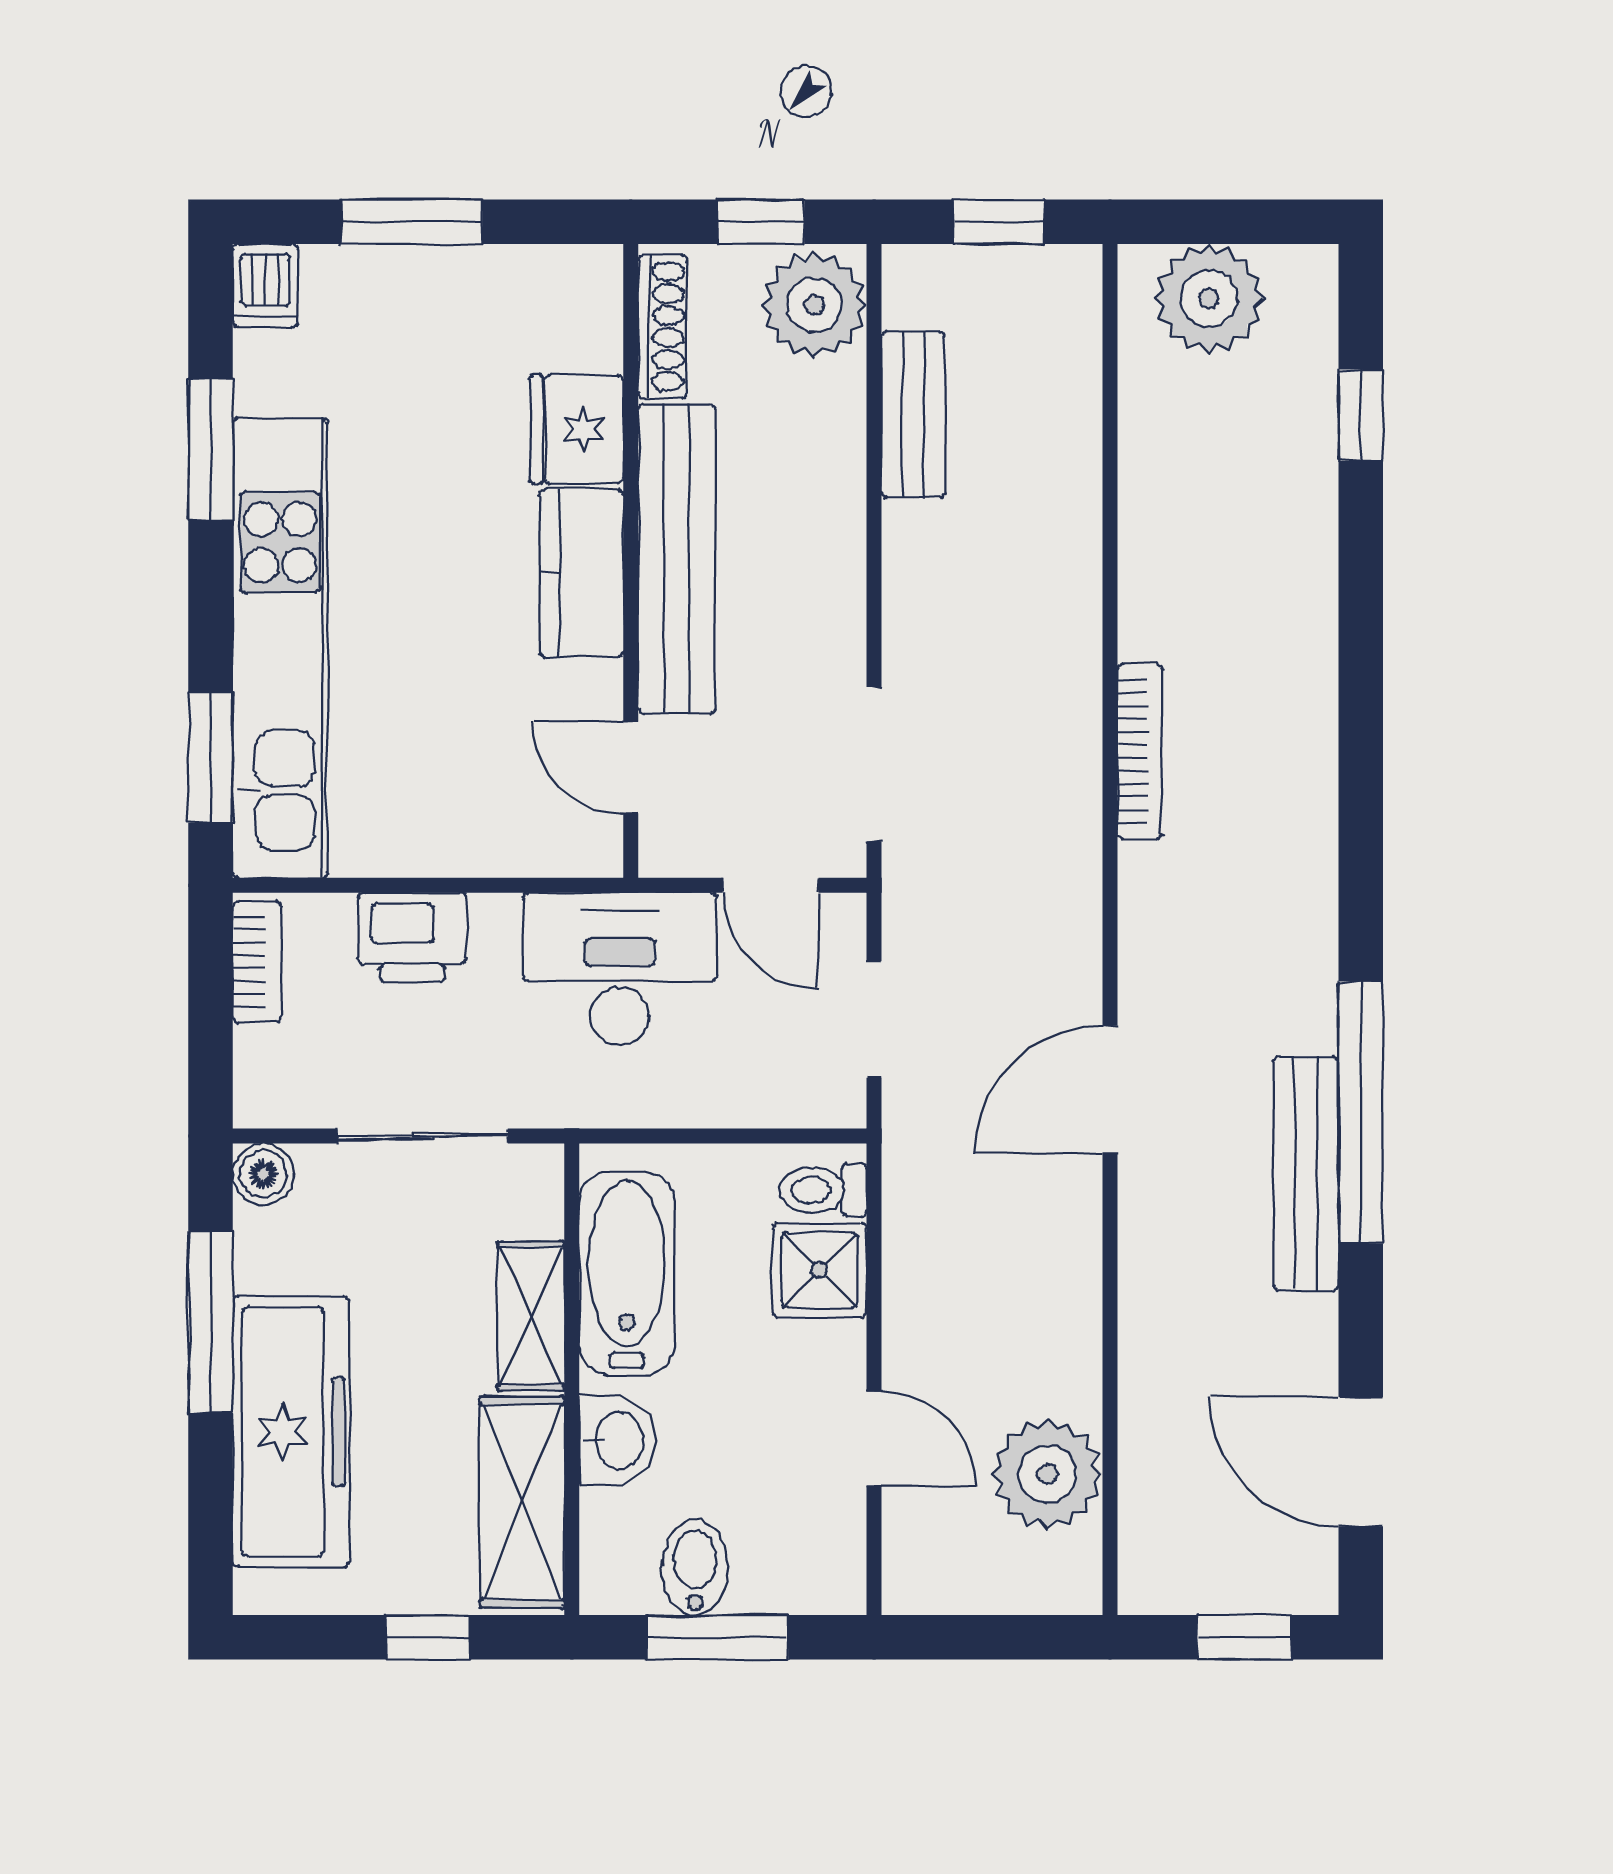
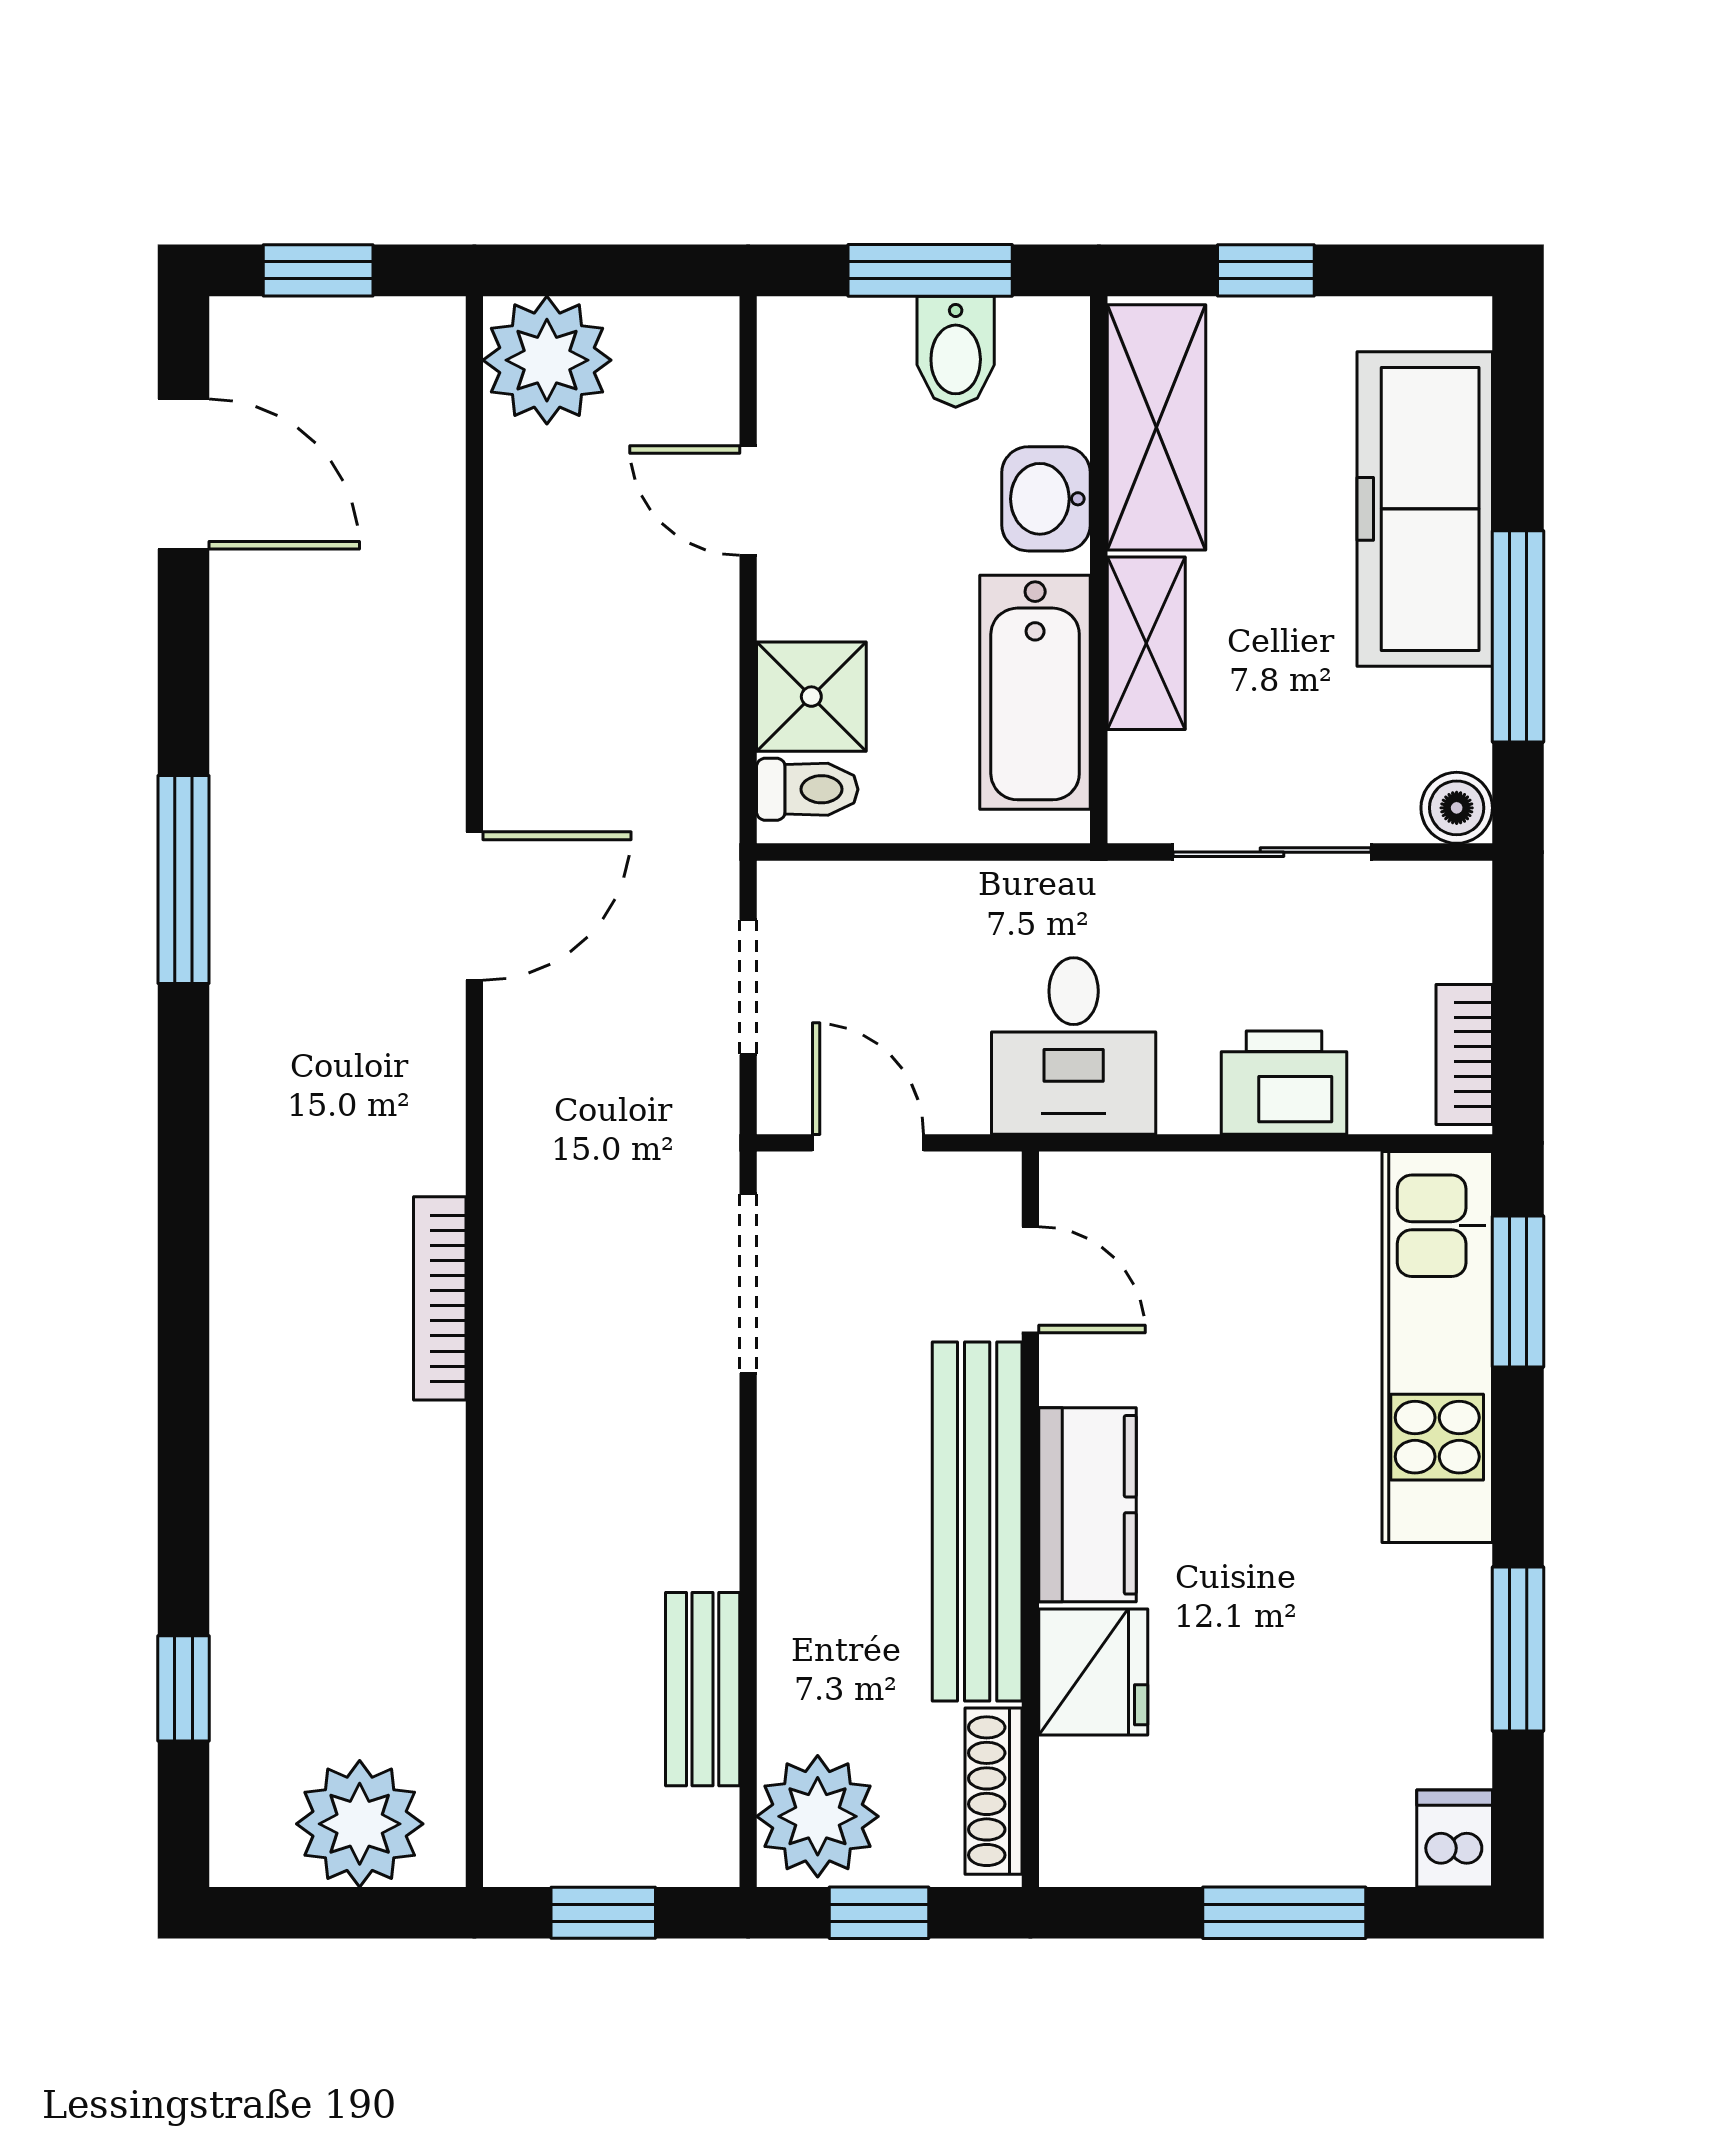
kitchen unit: (280, 648) -> (1437, 1347), width x0.73
desk: (620, 969) -> (1074, 1046), width x0.73
window: (1361, 1112) -> (183, 880), width x0.68
bench: (1306, 1174) -> (247, 809), removed
plant: (1047, 1474) -> (547, 360), moved

